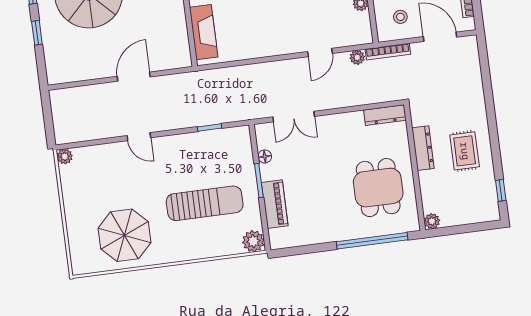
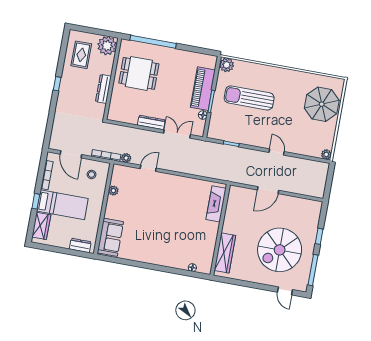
dresser: (385, 115) -> (151, 122), moved
rug: (465, 151) -> (81, 55), moved
dining table: (378, 188) -> (139, 73), turned 90
window: (501, 190) -> (57, 84), moved
piano: (275, 204) -> (203, 89), width x1.37, depth x1.33
plant: (432, 221) -> (107, 46), width x1.87, depth x1.87
parasol: (124, 235) -> (322, 104), moved

